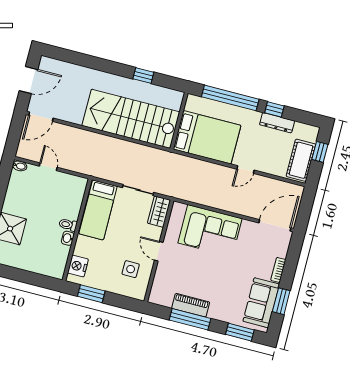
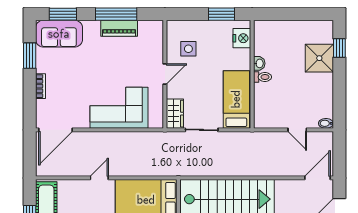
door: (159, 251) -> (165, 74), hinge flipped
sofa: (261, 303) -> (59, 34), moved, turned 90

